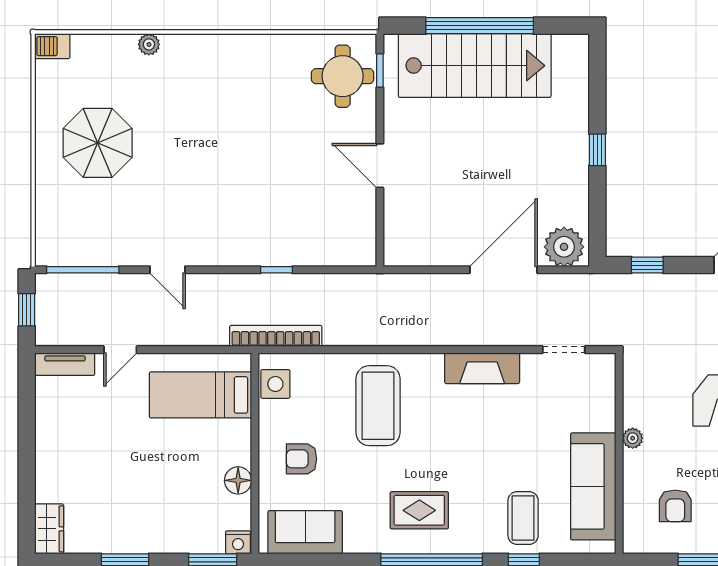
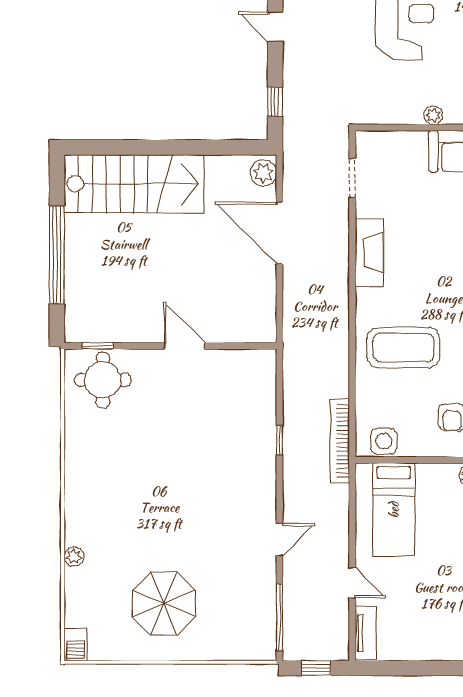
stairs: (475, 66) -> (134, 184), moved, turned 90
window: (597, 150) -> (170, 147), removed
door: (380, 166) -> (185, 346), swing flipped
plant: (564, 247) -> (263, 173), width x0.73, depth x0.73

